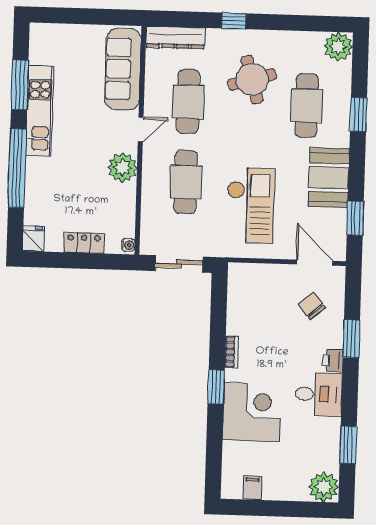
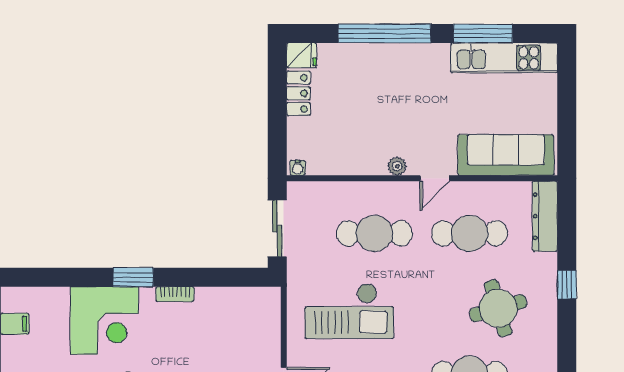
kitchen unit: (40, 110) -> (504, 58), moved
door: (141, 130) -> (435, 178), hinge flipped
plant: (122, 168) -> (397, 166), width x0.53, depth x0.53
locker: (84, 243) -> (298, 93), moved

